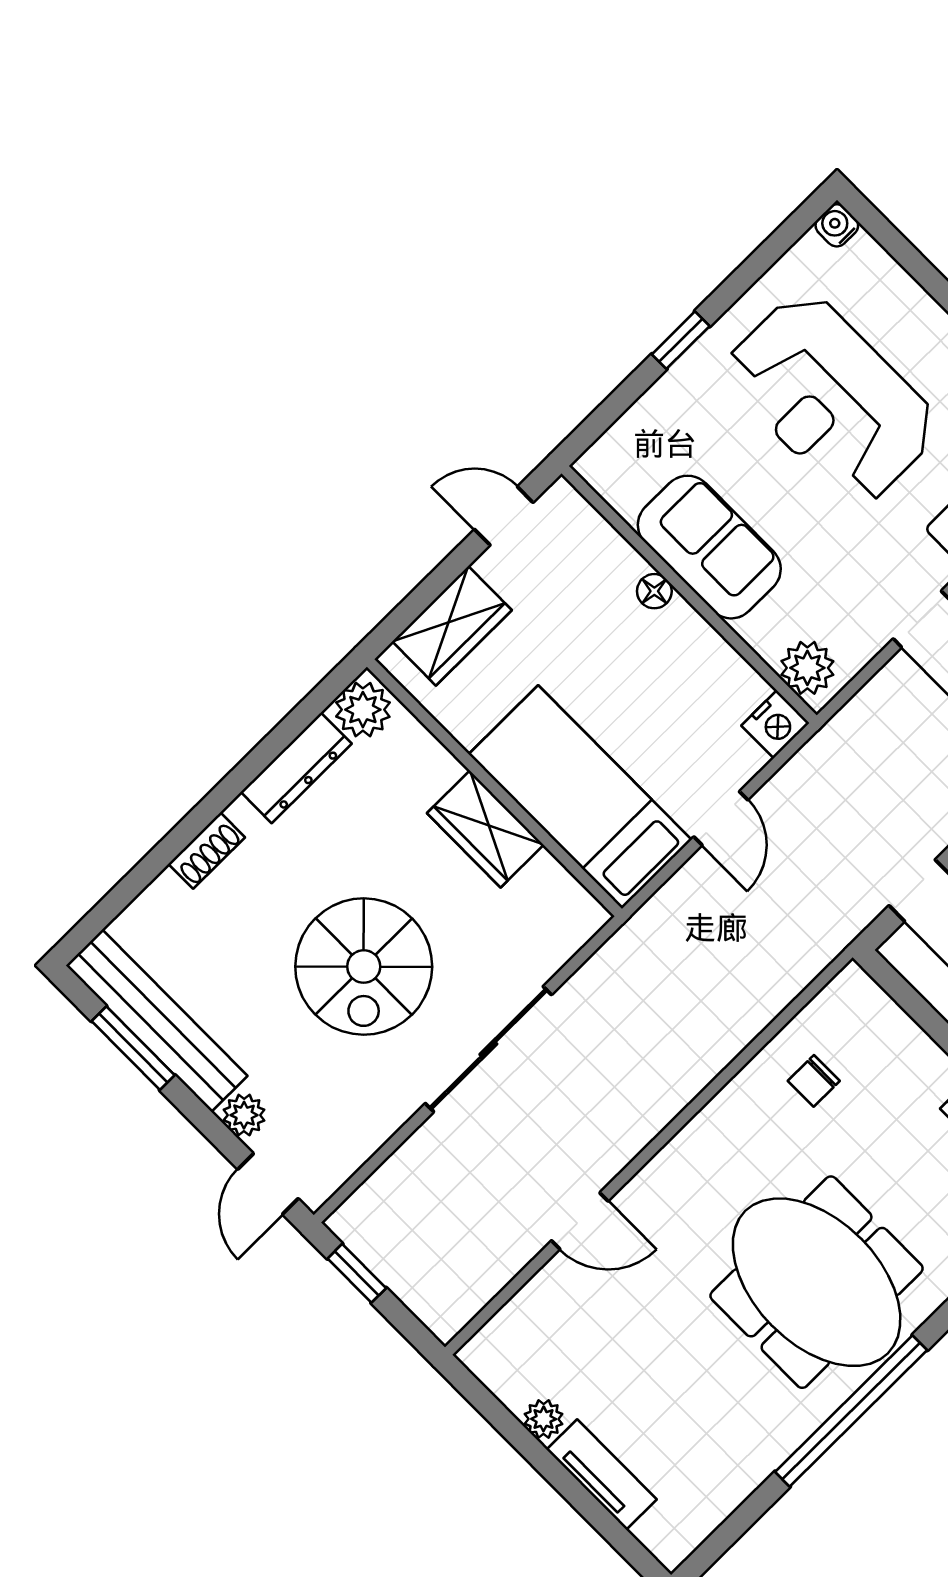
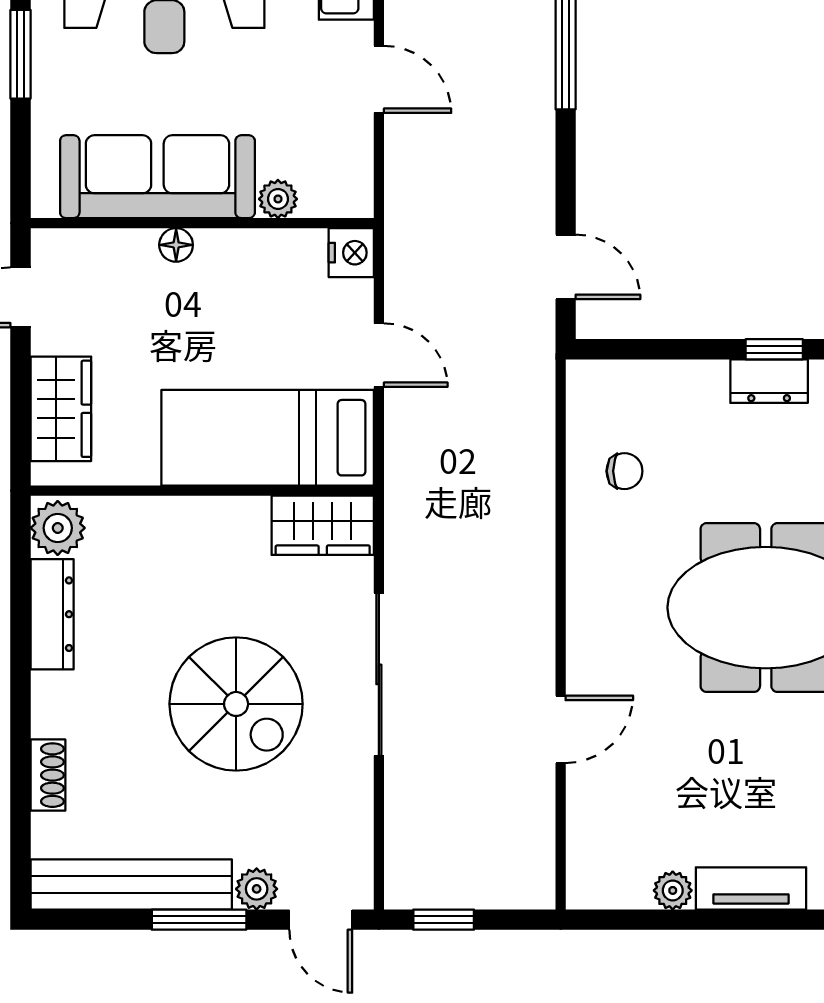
window: (681, 340) -> (21, 54), width x1.50
sofa: (709, 547) -> (157, 177), width x1.36
plant: (807, 668) -> (278, 199), moved, width x0.73, depth x0.73
wardrobe: (485, 829) -> (323, 525), moved
shoe rack: (207, 851) -> (48, 775), moved
window: (133, 1048) -> (199, 920), moved
chair: (814, 1081) -> (624, 471), turned -90

